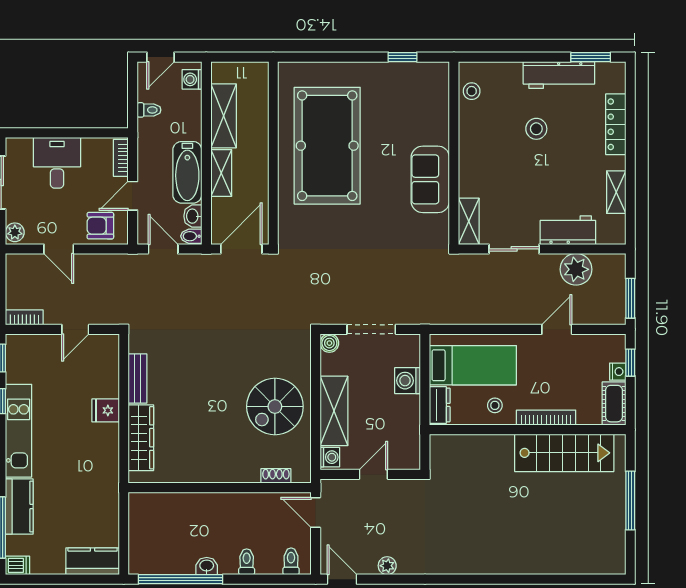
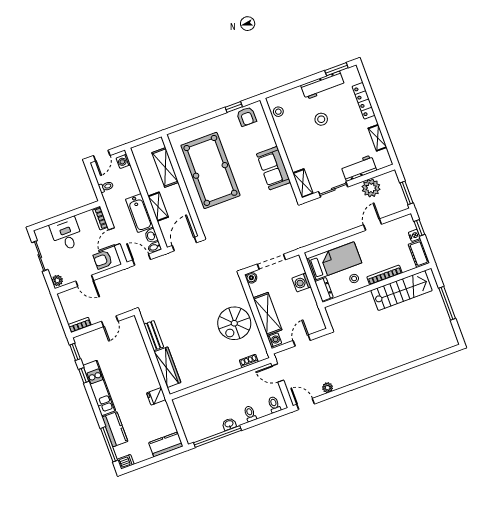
armchair: (417, 80) -> (247, 117), added
shelving: (224, 116) -> (165, 167), moved
fridge: (106, 410) -> (156, 396), moved

